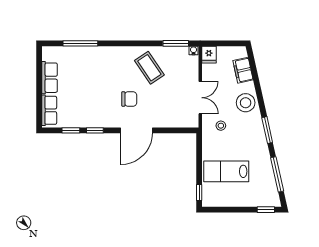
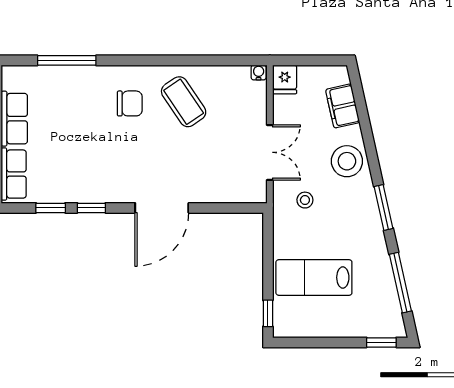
window: (176, 43) -> (228, 60), removed
chair: (129, 99) -> (130, 103), moved

